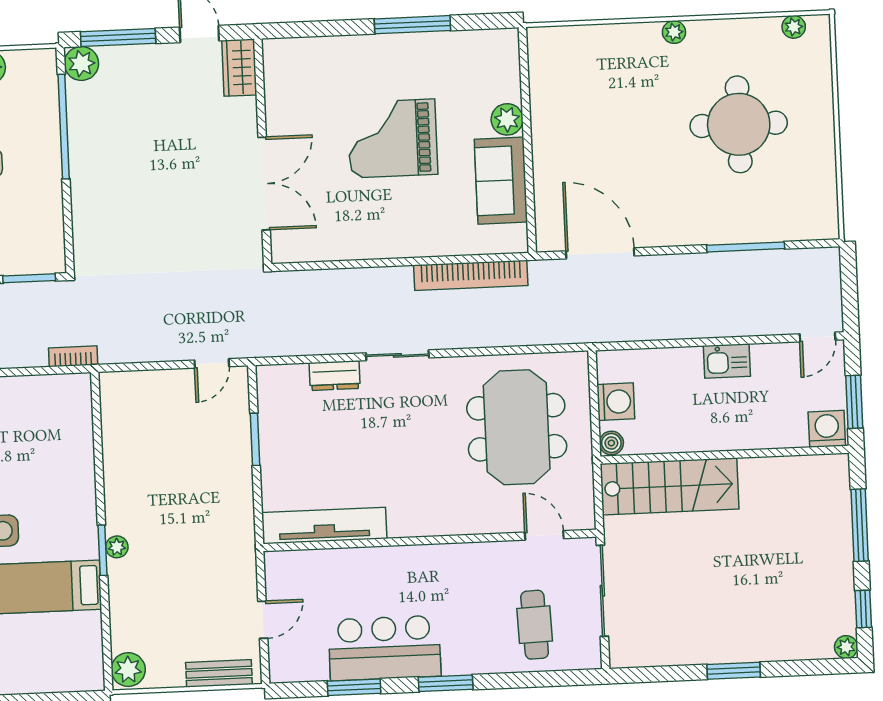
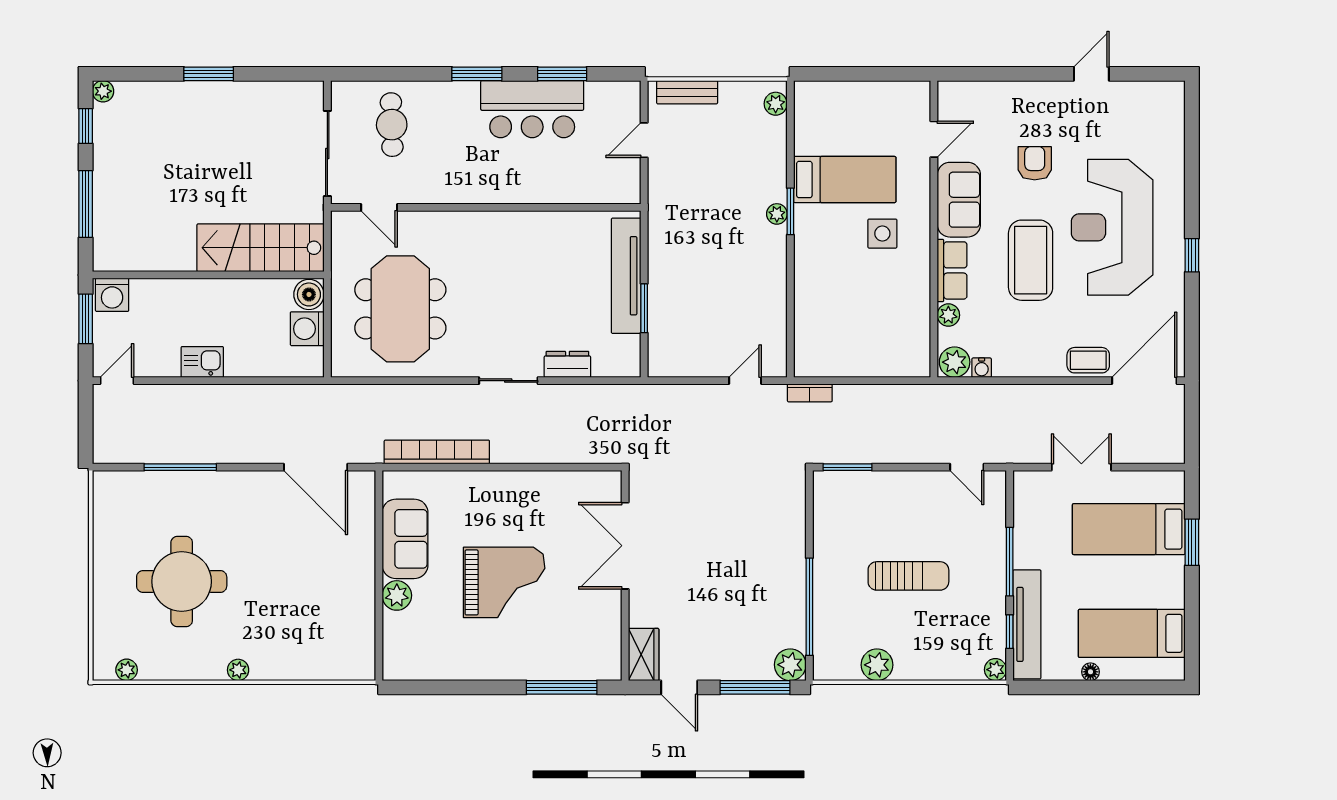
window: (412, 25) -> (562, 687), moved
door: (212, 363) -> (745, 381), moved
boiler: (611, 443) -> (309, 294), width x1.36, depth x1.36
tv unit: (324, 526) -> (626, 276), moved, turned 90
plant: (128, 670) -> (776, 104), width x0.73, depth x0.73

